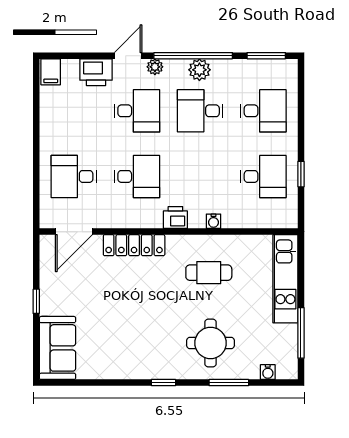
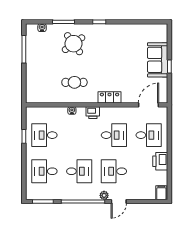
plant: (199, 70) -> (80, 194), removed
printer: (96, 72) -> (160, 161), moved, turned -90
desk: (137, 176) -> (114, 135), turned 180
locker: (134, 245) -> (110, 97), width x0.66
kitchen unit: (285, 279) -> (32, 79), removed
round table: (211, 343) -> (74, 44), turned -36
sofa: (58, 348) -> (158, 60), moved

